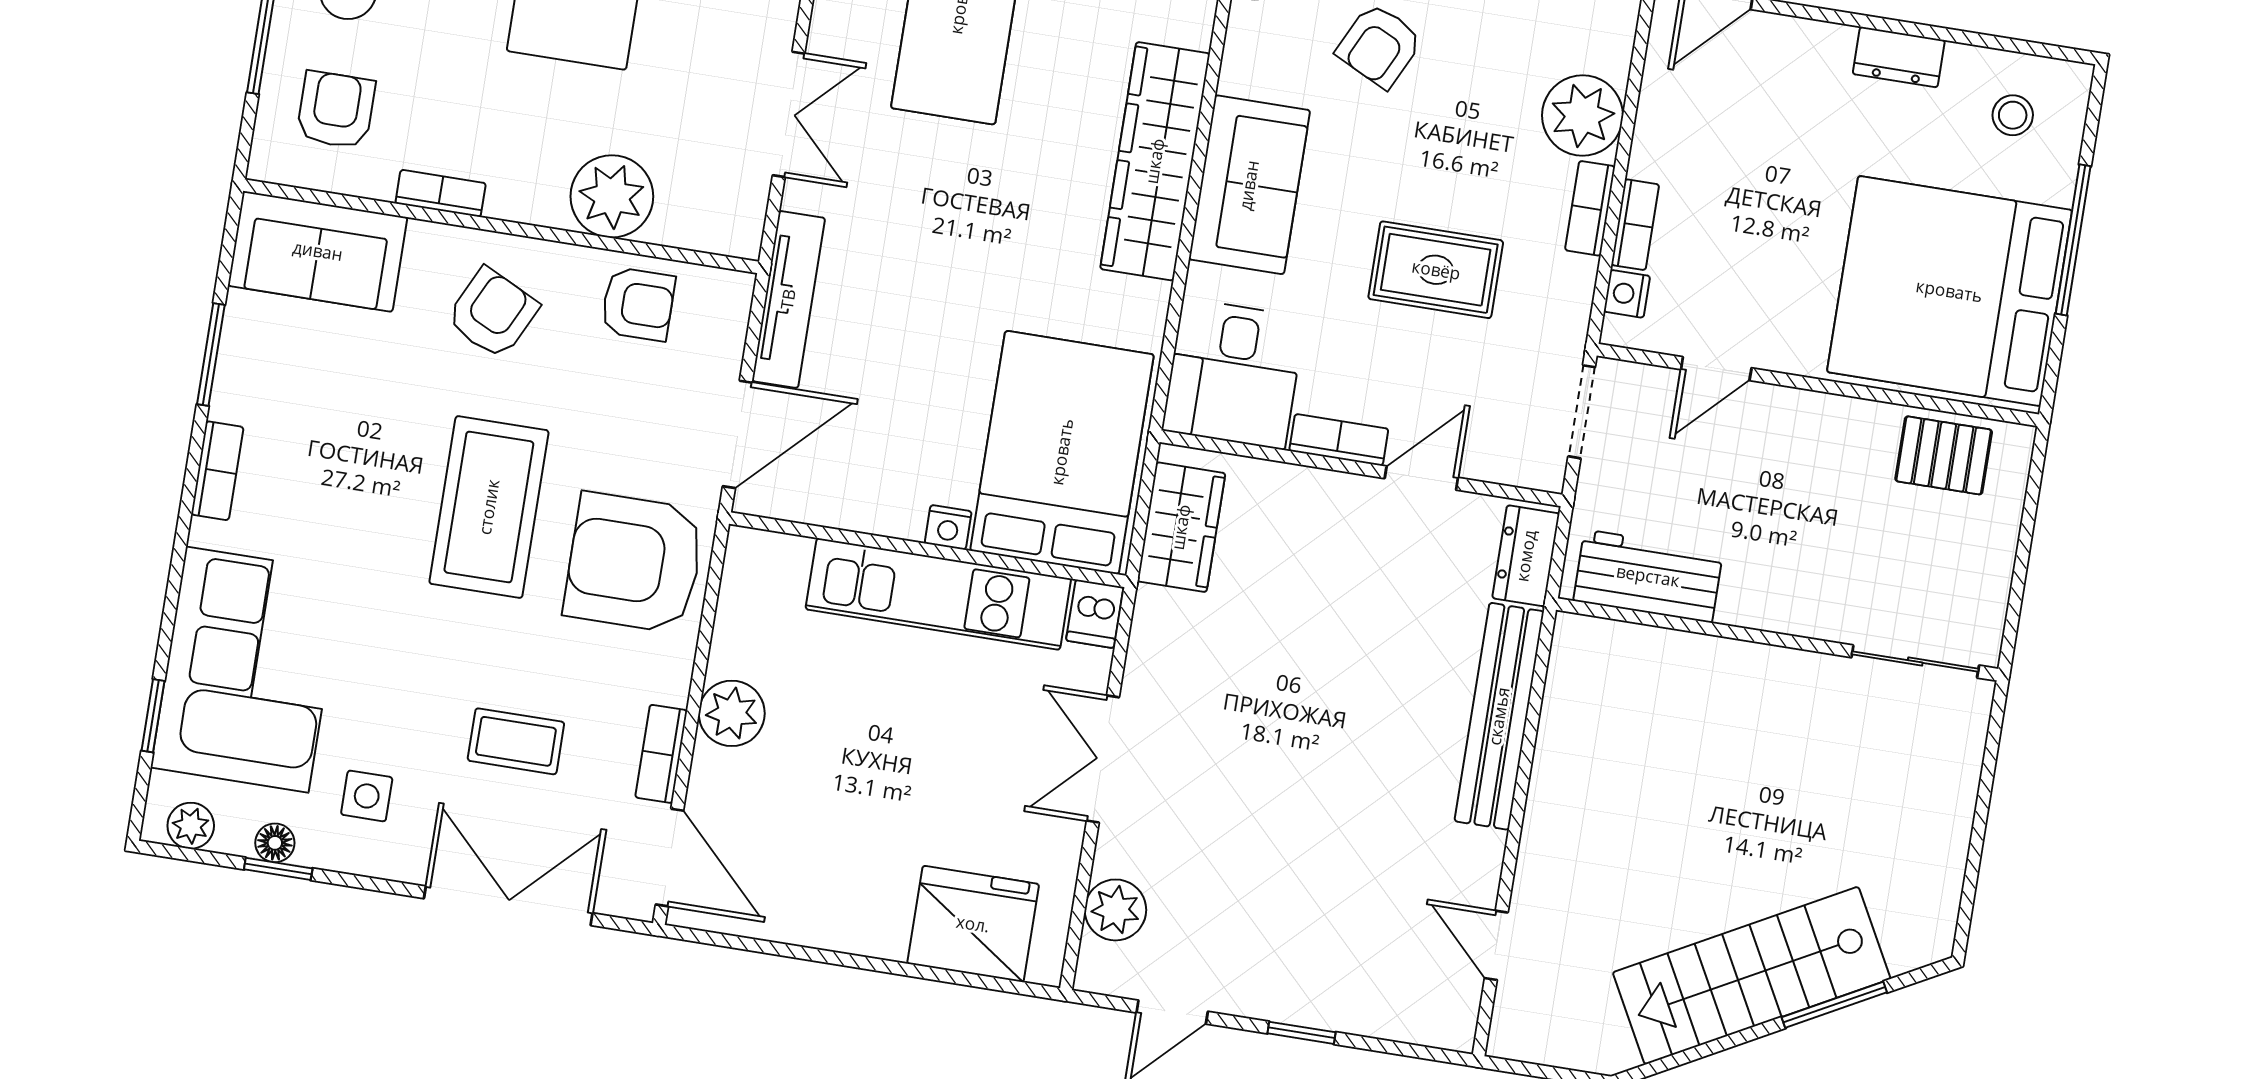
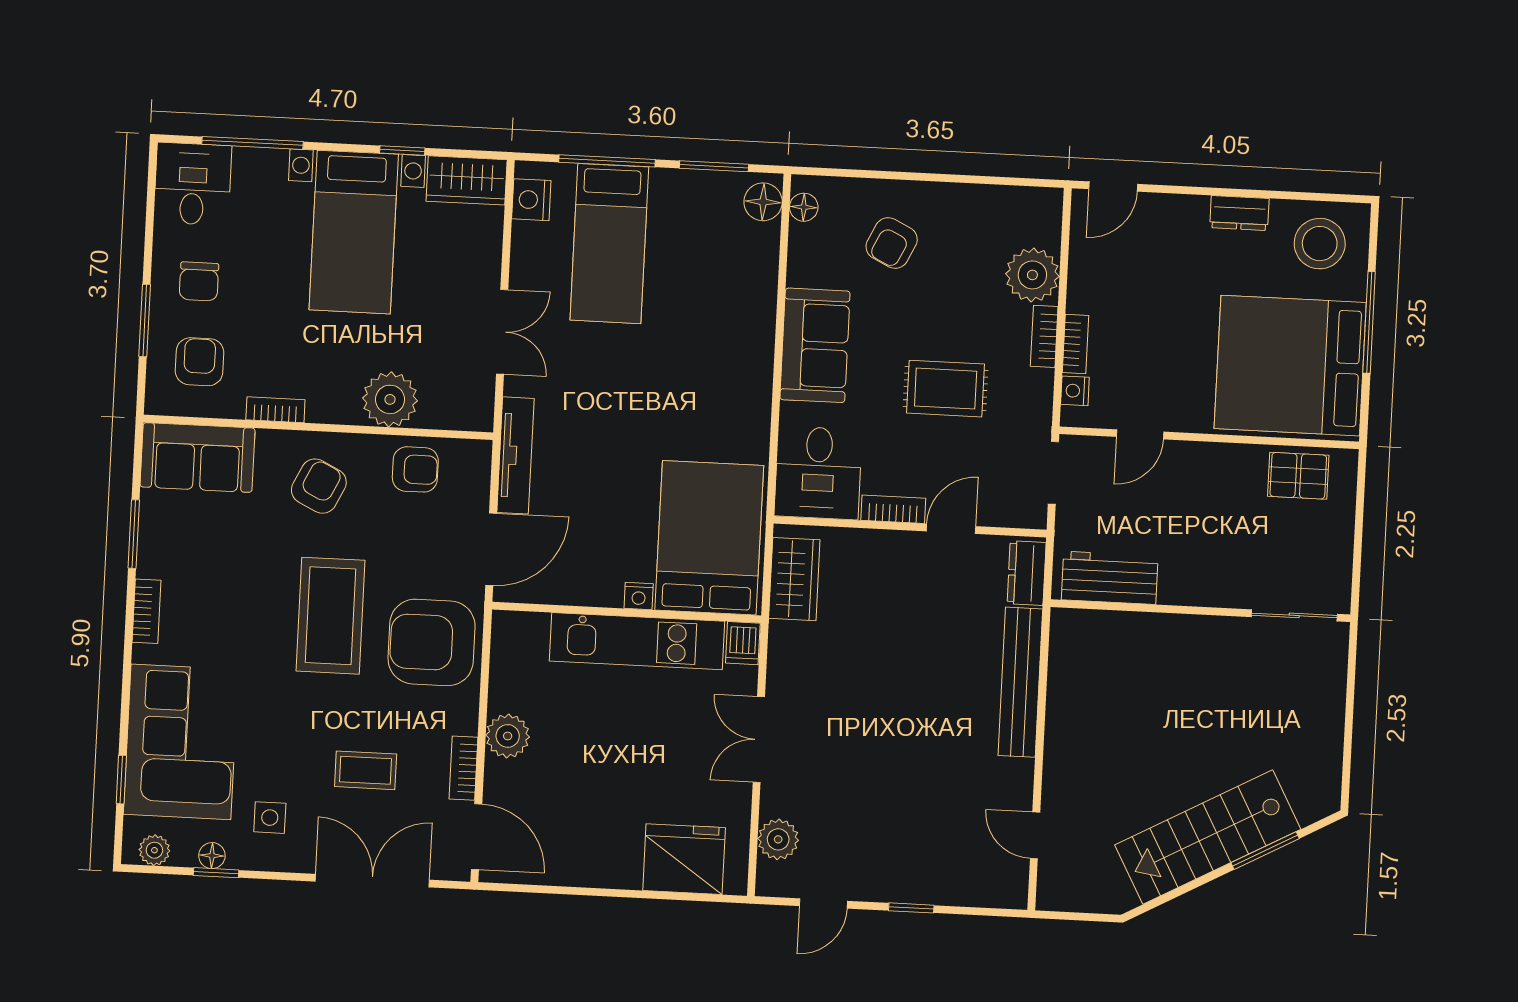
stool: (2013, 115) -> (1320, 244), width x1.89, depth x1.89
wardrobe: (1155, 161) -> (750, 337), removed

